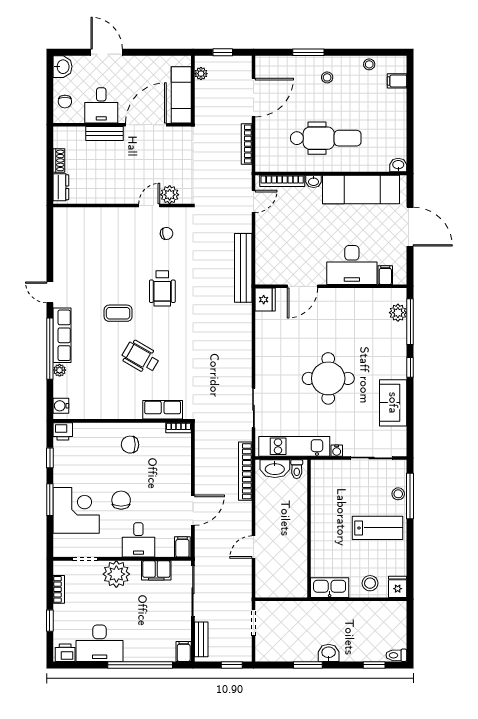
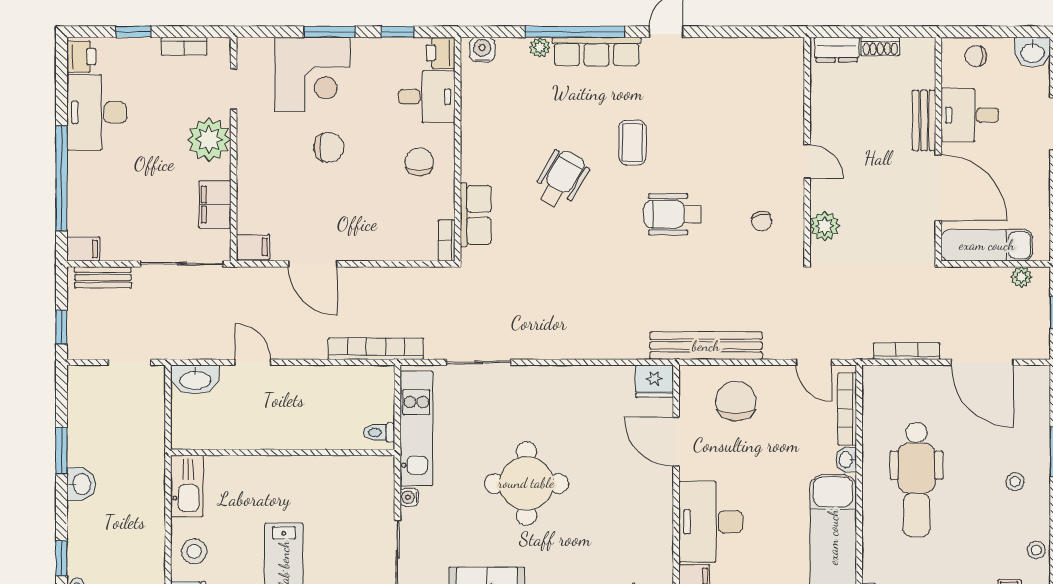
door: (149, 205) -> (807, 162), moved
chair: (277, 249) -> (736, 401), added
washbasin: (275, 469) -> (195, 380), moved, turned -90
desk: (138, 540) -> (427, 97), moved, turned 180

